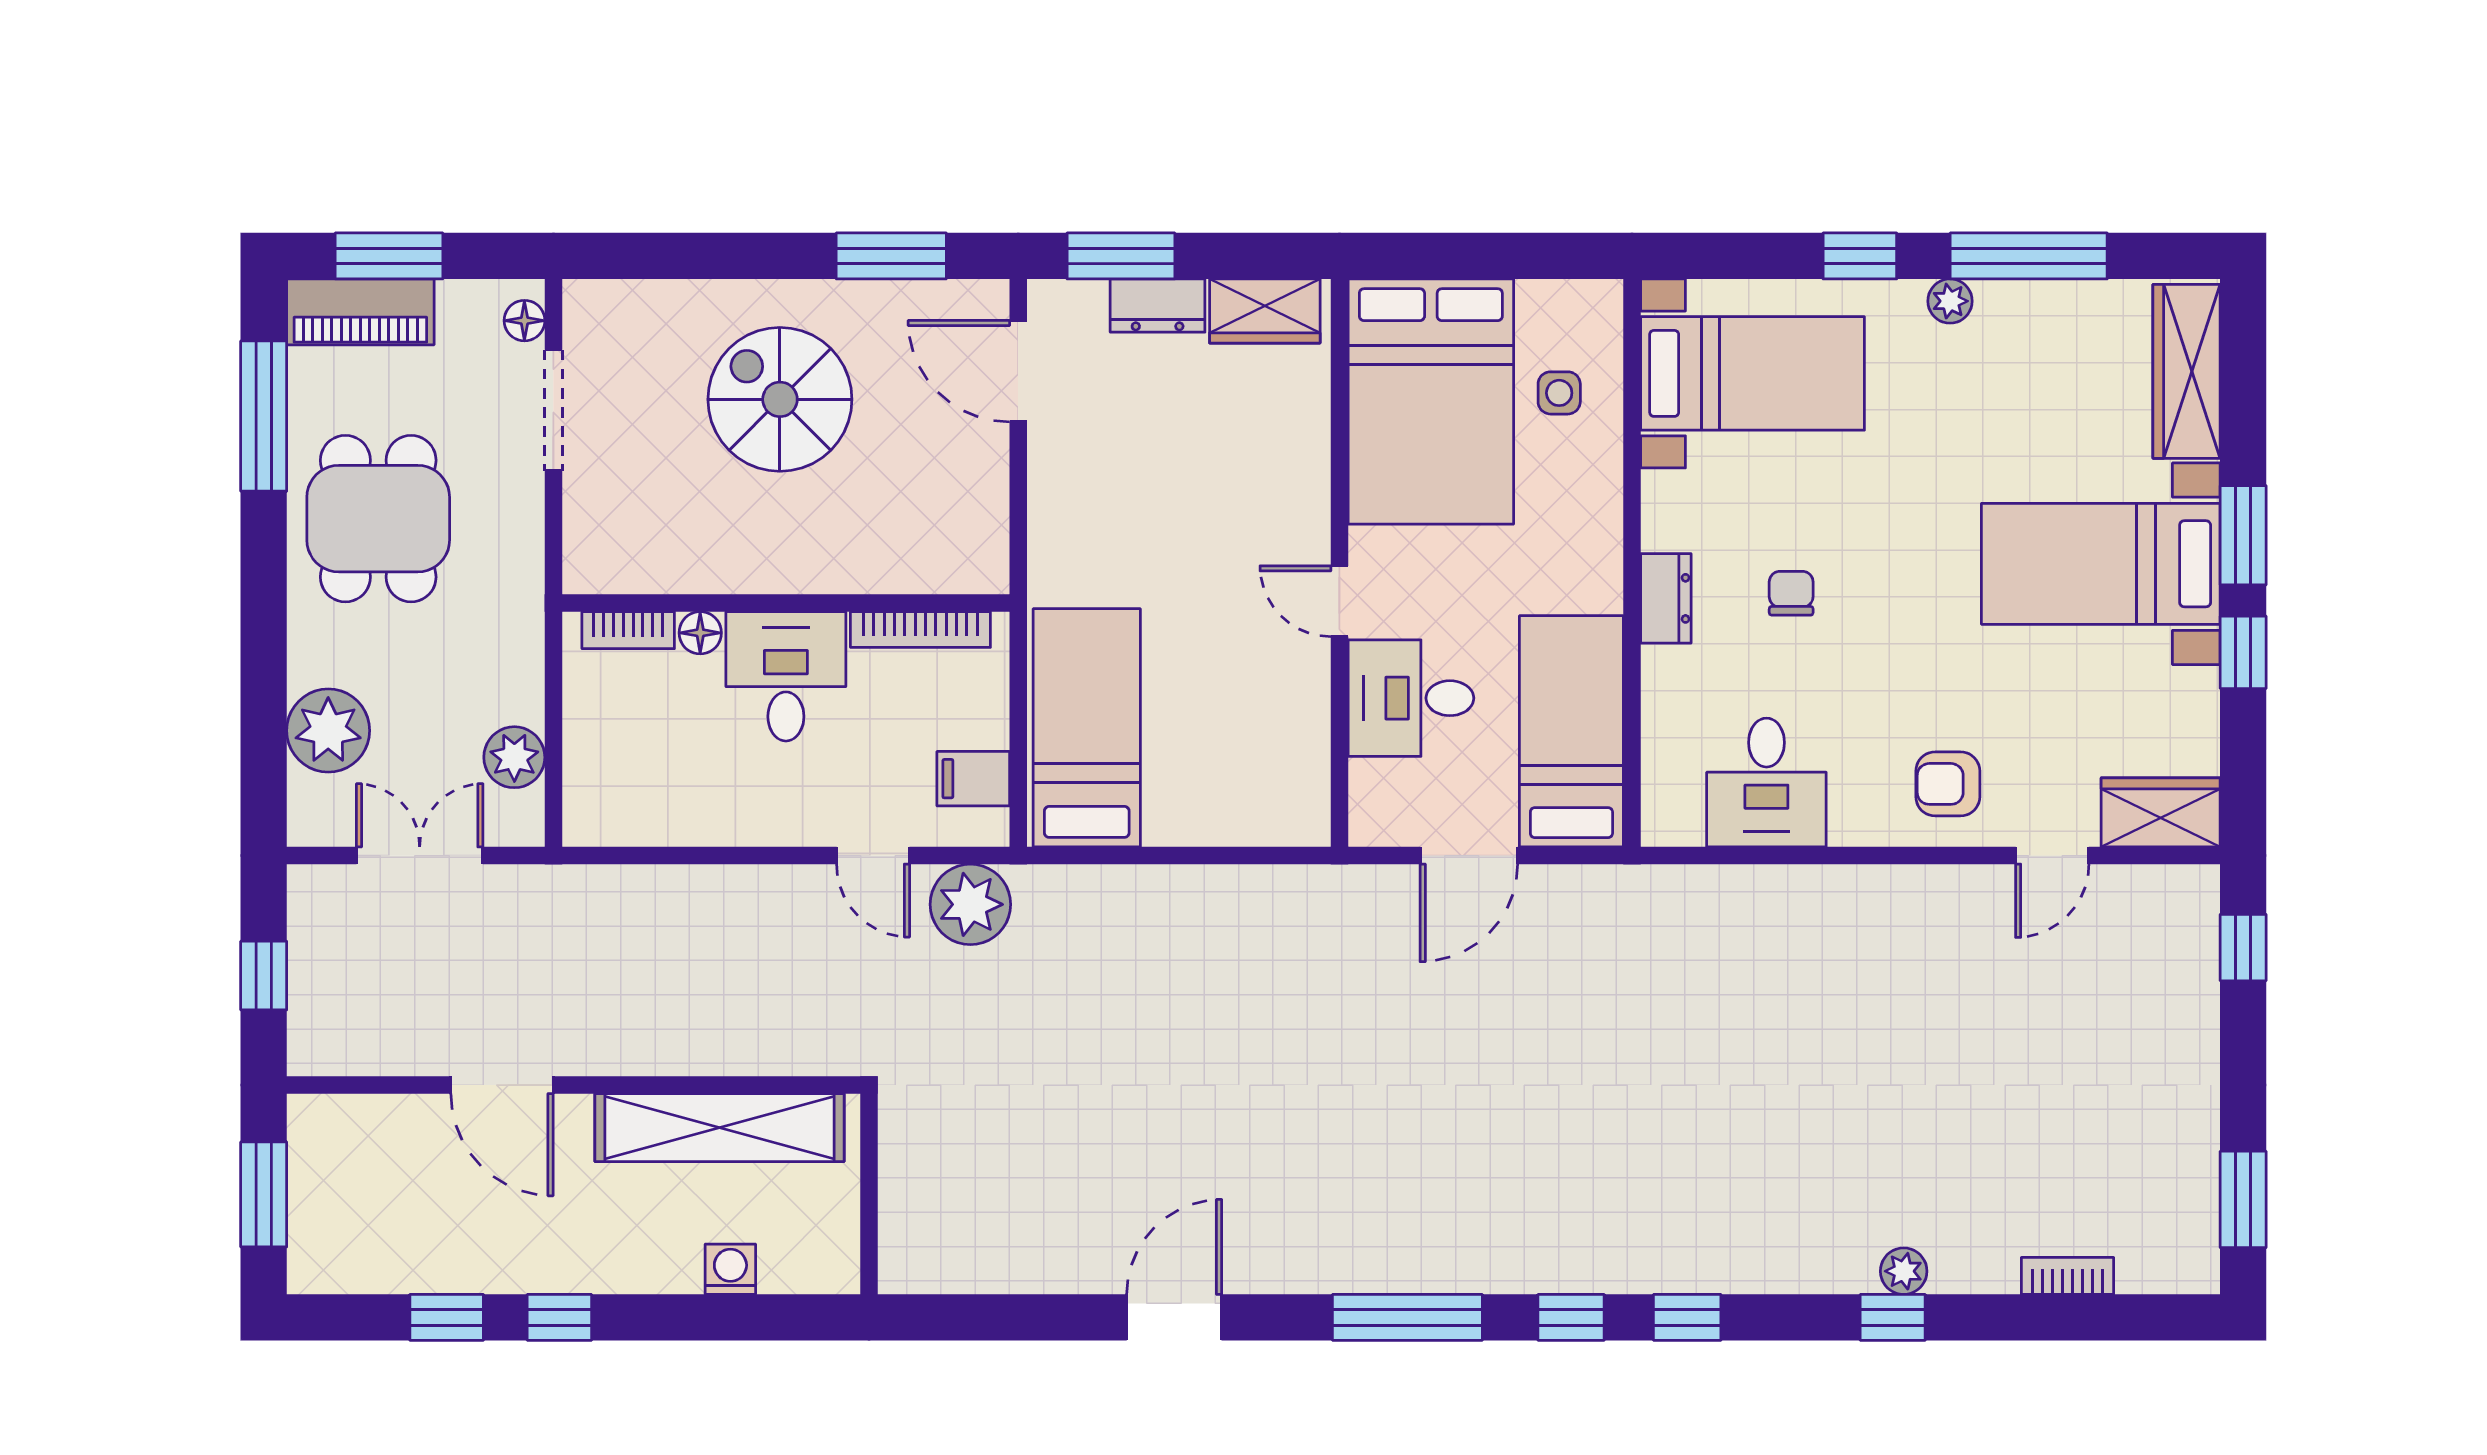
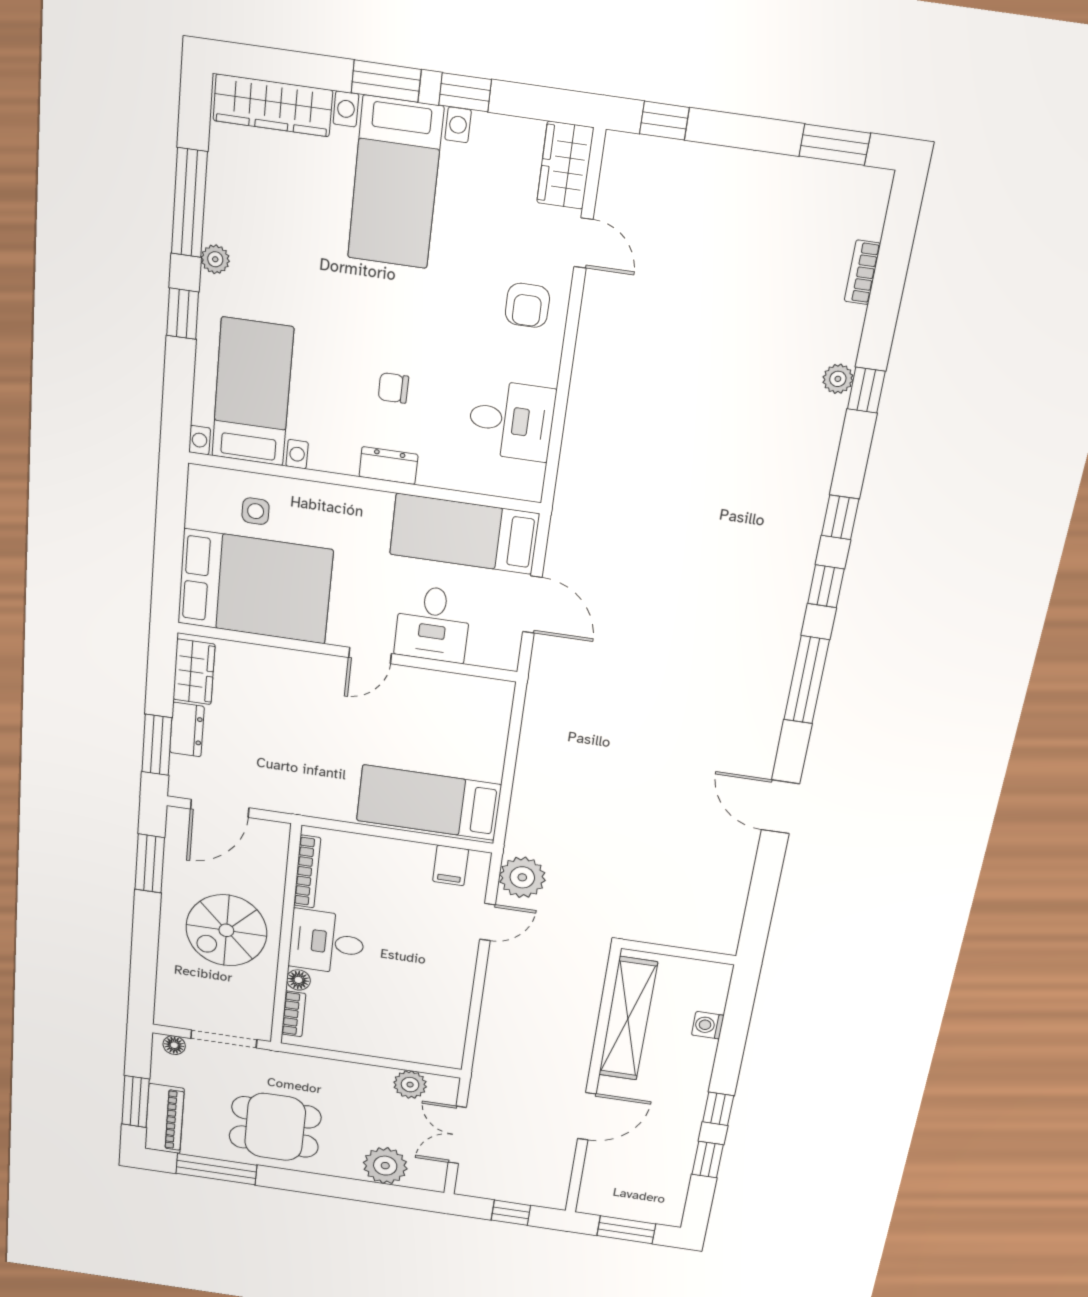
wall: (786, 603) -> (286, 936), moved
bookcase: (628, 630) -> (294, 1014), moved
bookcase: (920, 630) -> (307, 872), moved
floor lamp: (700, 633) -> (298, 980), moved
desk: (786, 676) -> (327, 942), moved

